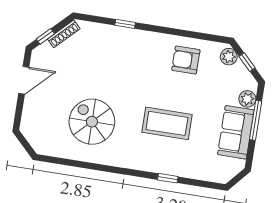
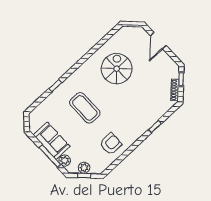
plant: (229, 57) -> (84, 168), moved
door: (24, 80) -> (158, 41), moved
spiral stairs: (92, 122) -> (117, 69), turned -90
coffee table: (167, 123) -> (85, 108), turned 90

